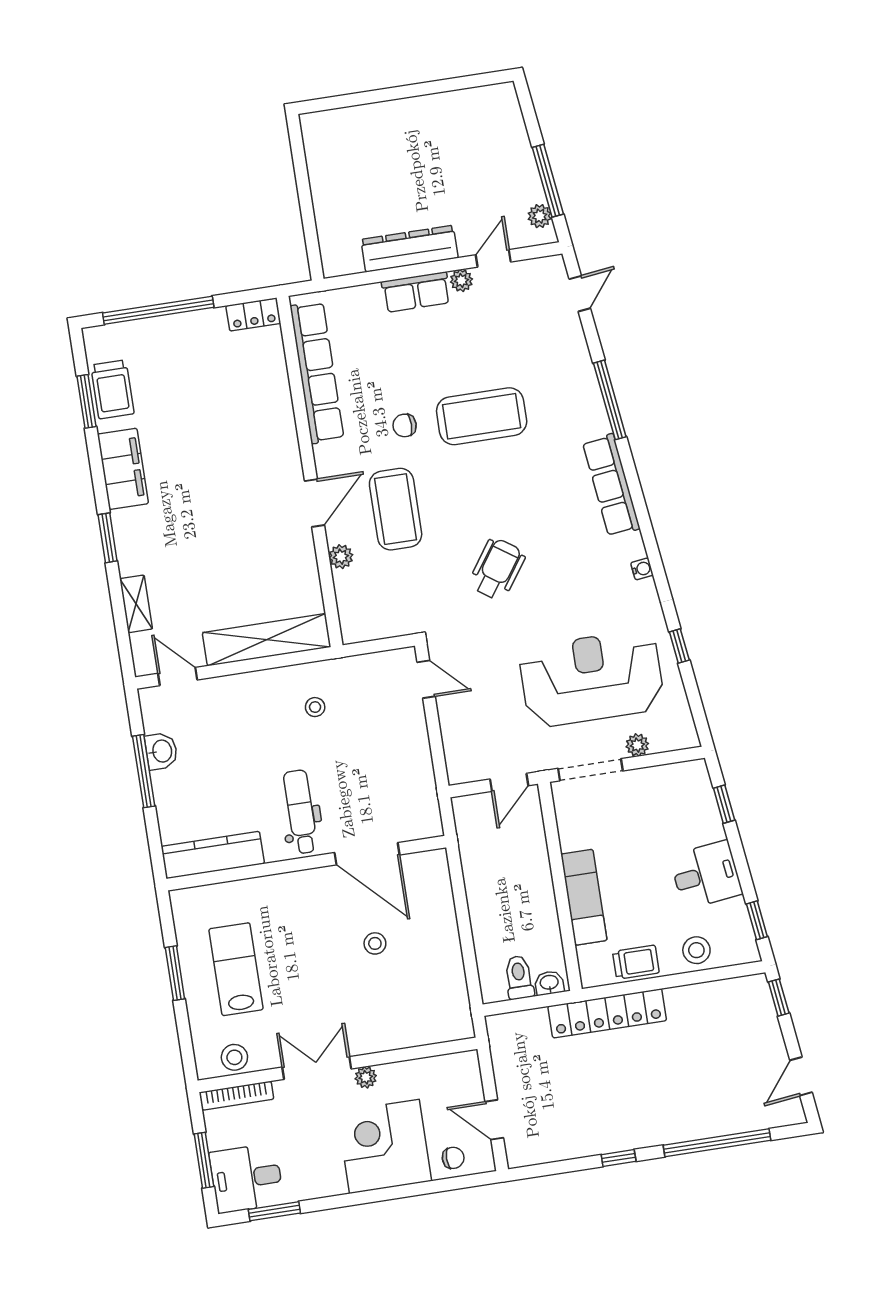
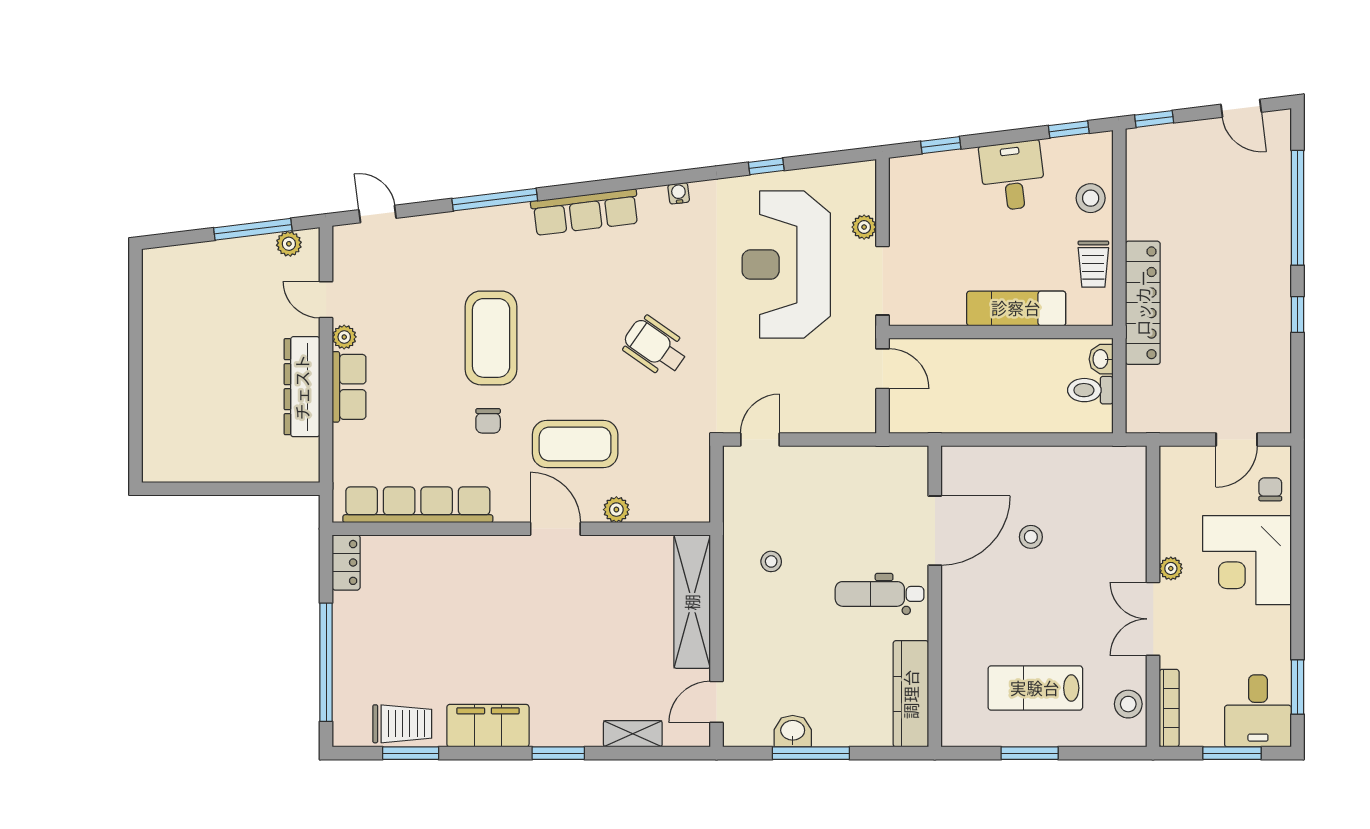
trolley: (636, 962) -> (1093, 264), turned 180

